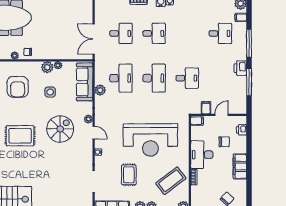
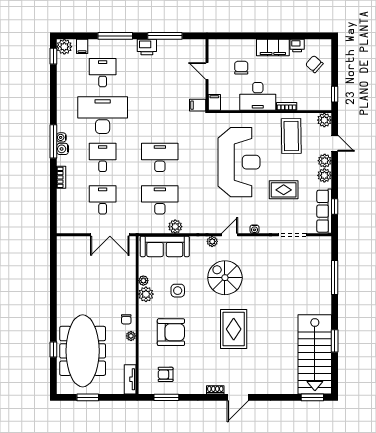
desk: (187, 78) -> (103, 115), moved, width x1.87, depth x1.30
filing cabinet: (206, 108) -> (198, 105), moved
printer: (242, 130) -> (297, 45), moved
coffee table: (171, 181) -> (291, 136), turned 36

